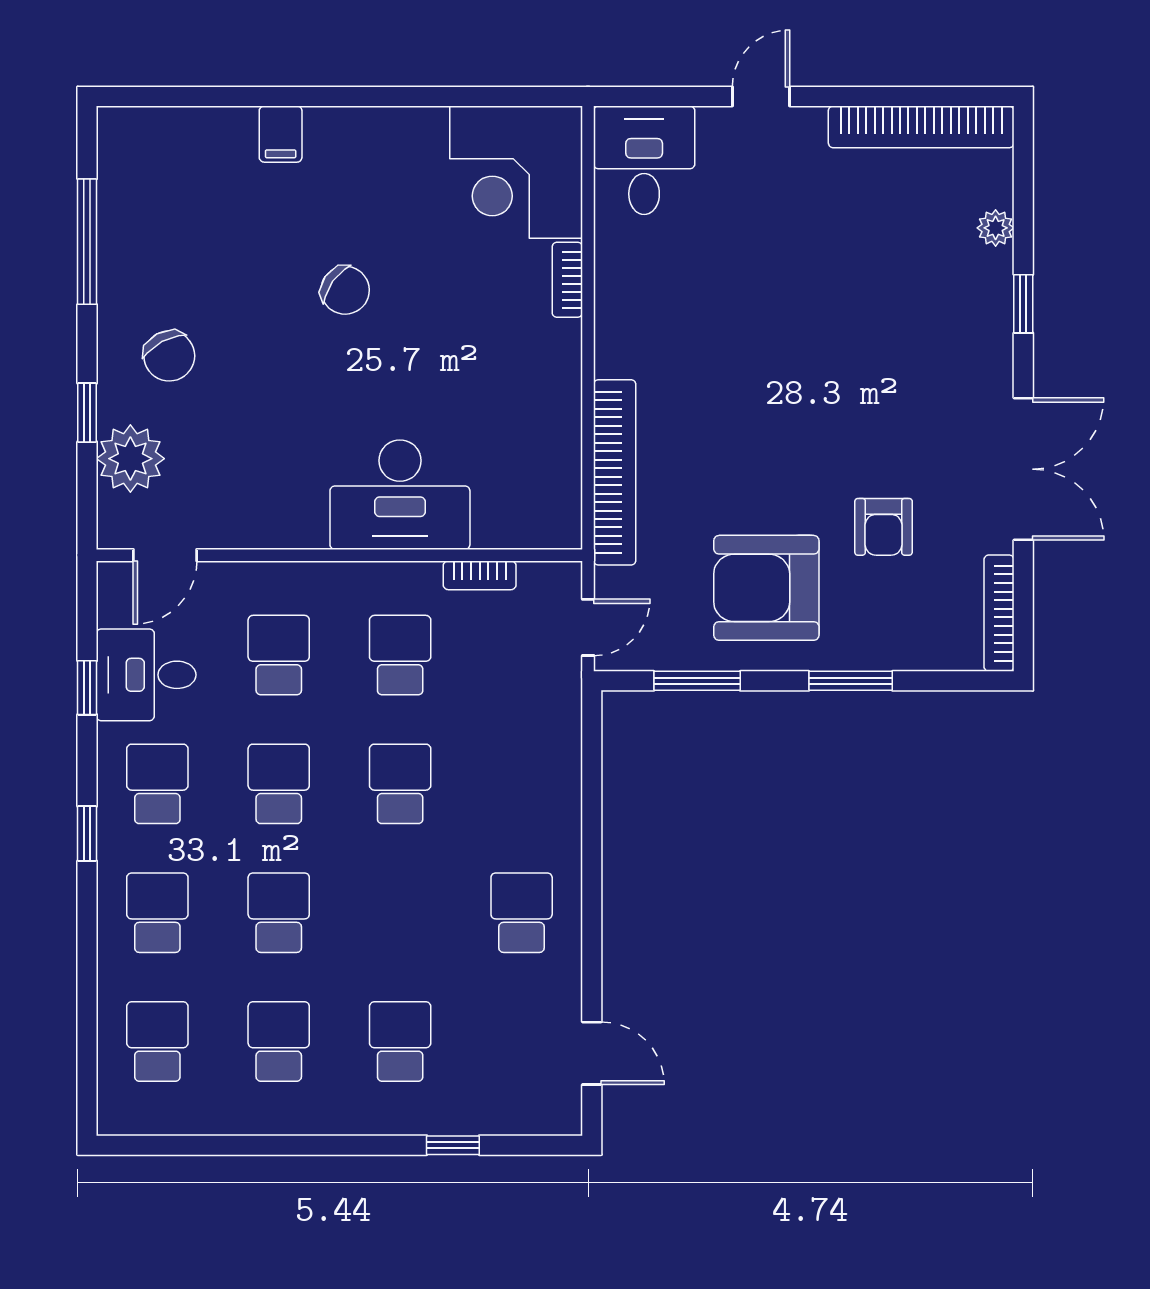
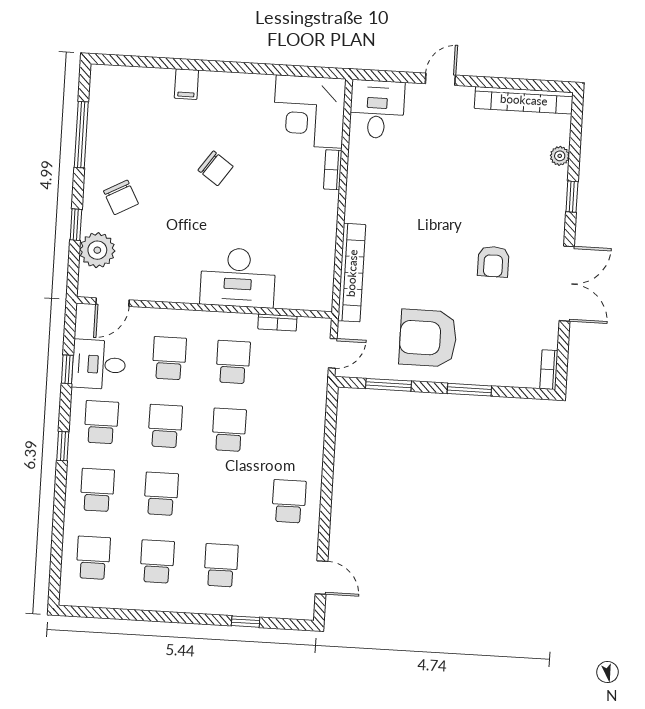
armchair: (884, 527) -> (493, 262), moved
bookcase: (999, 613) -> (549, 370), width x0.64

